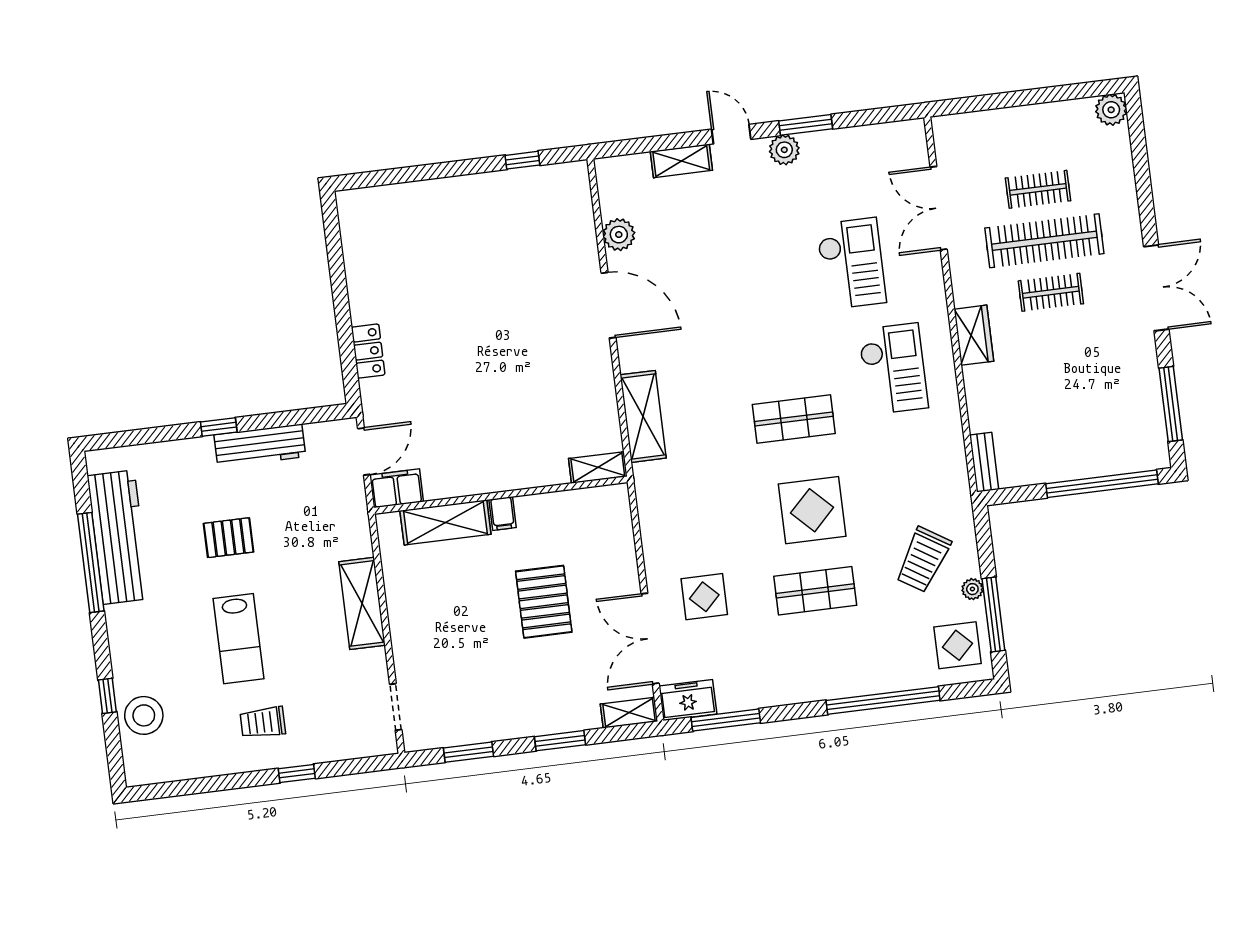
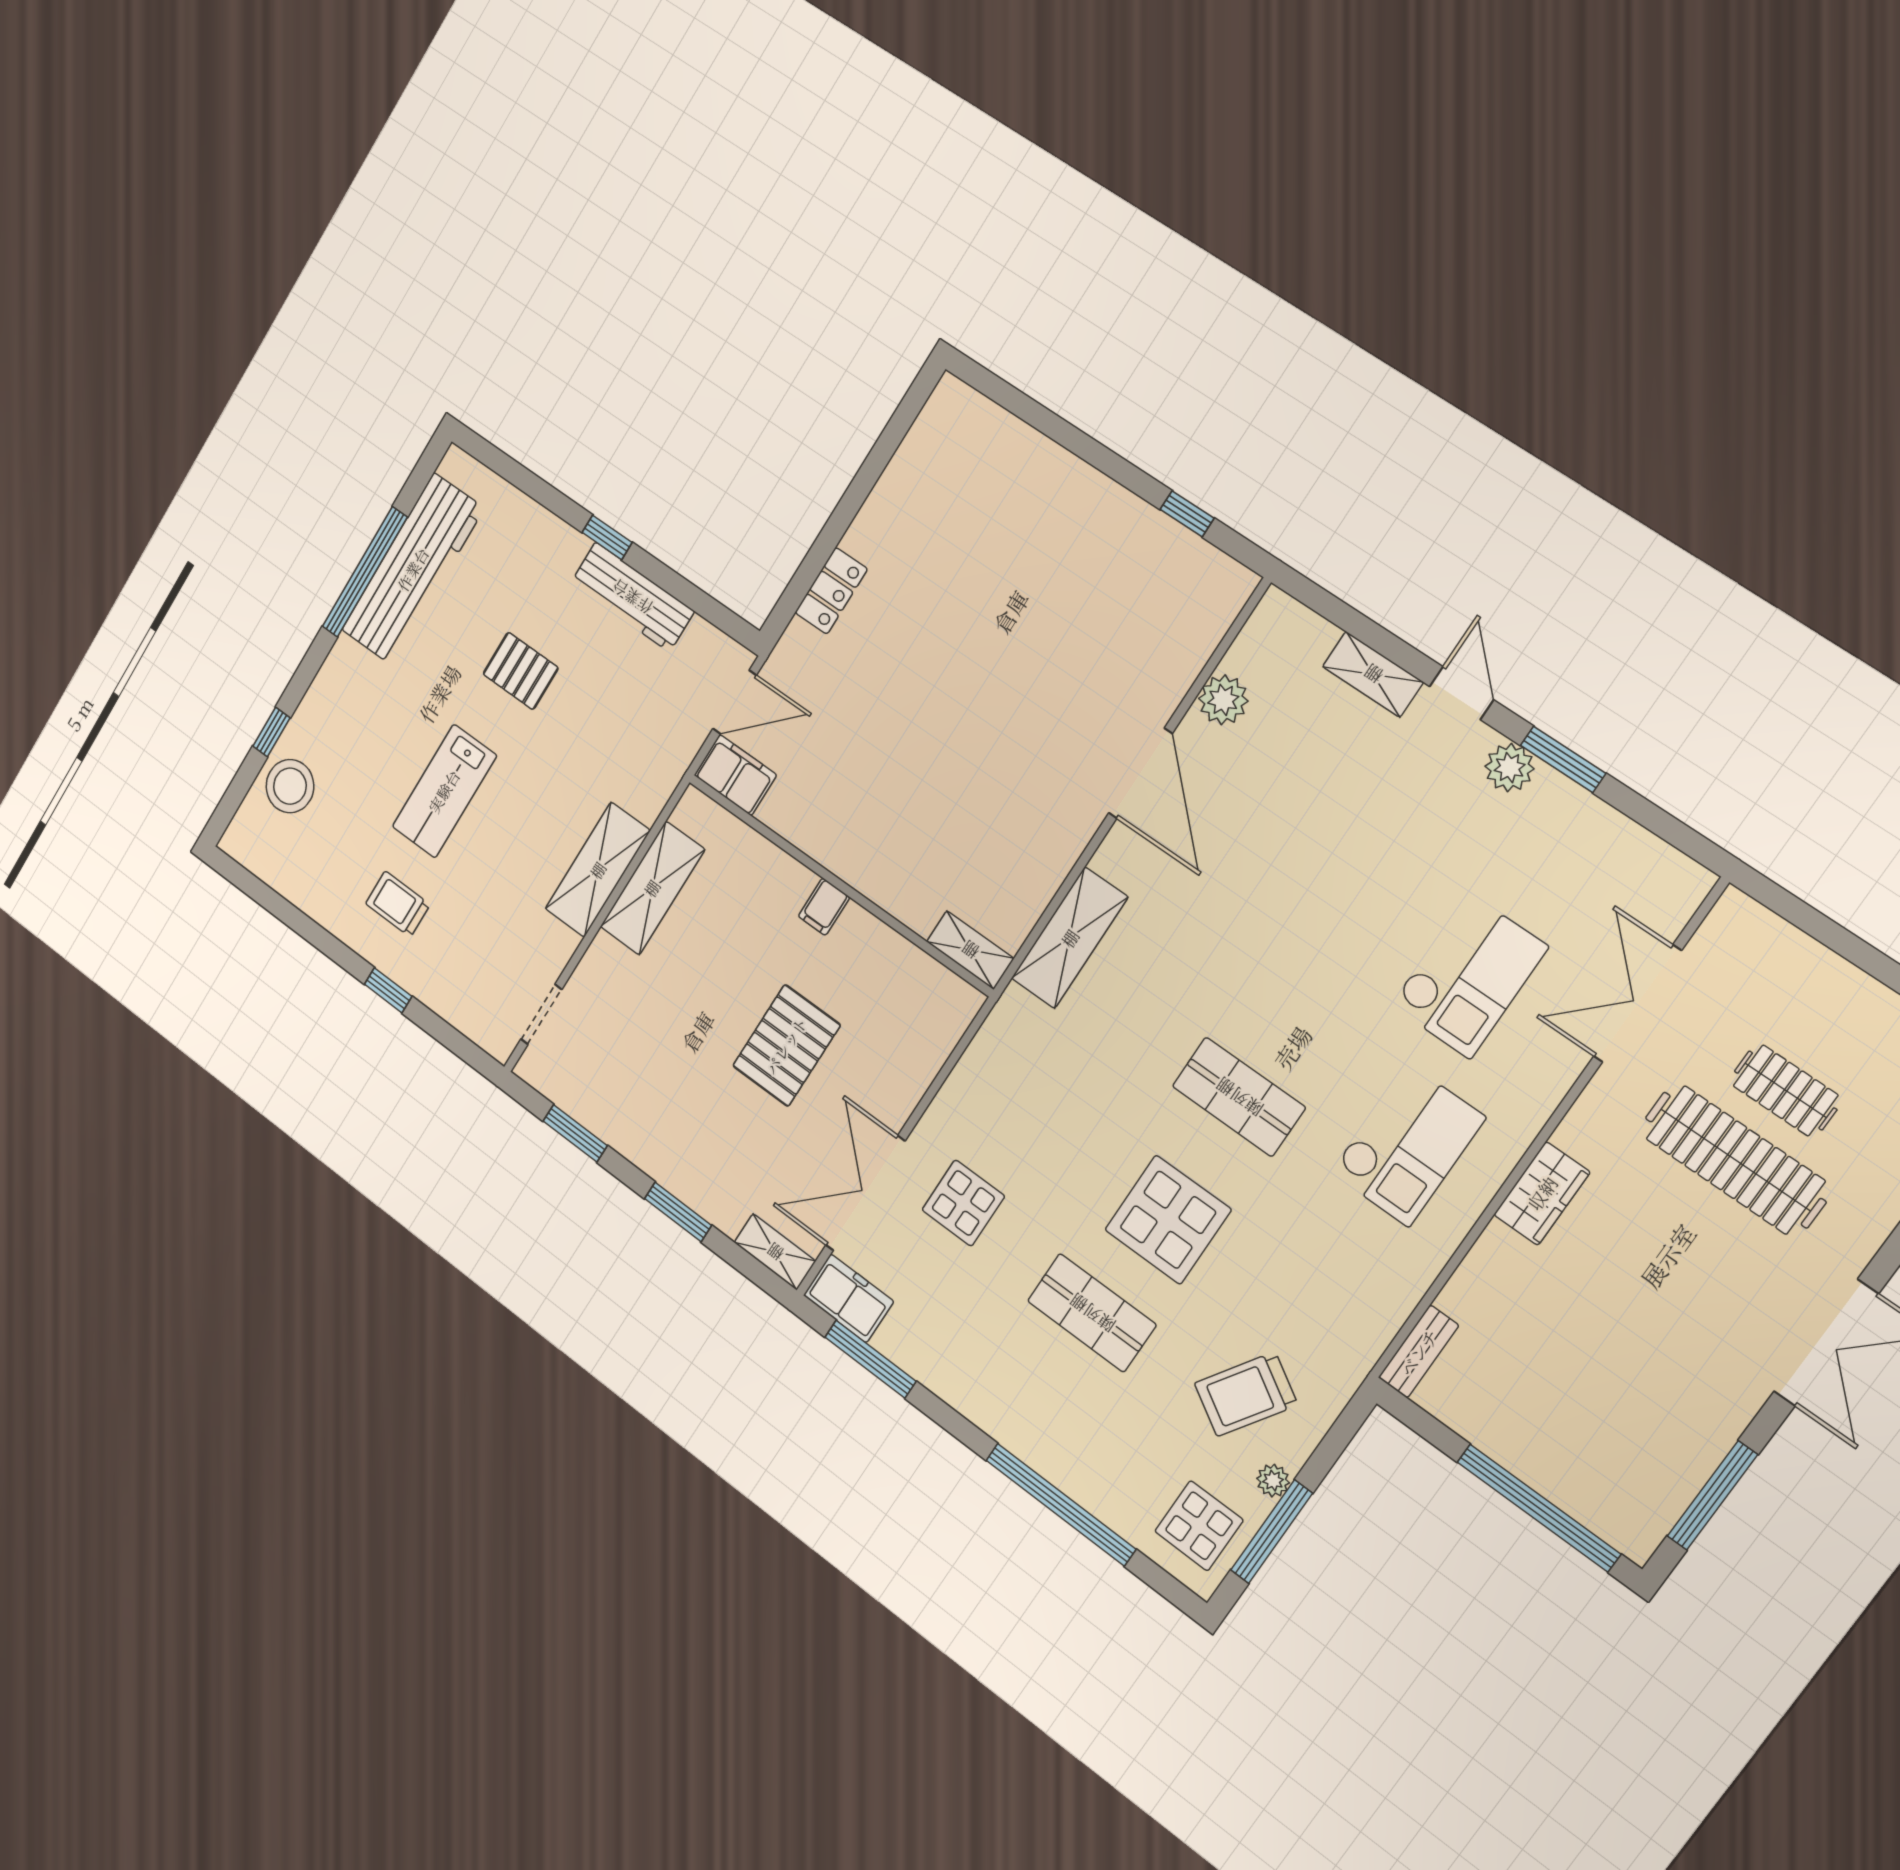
clothes rail: (1051, 292) -> (1685, 1228), removed
shelving: (445, 522) -> (652, 888), moved, turned 90

